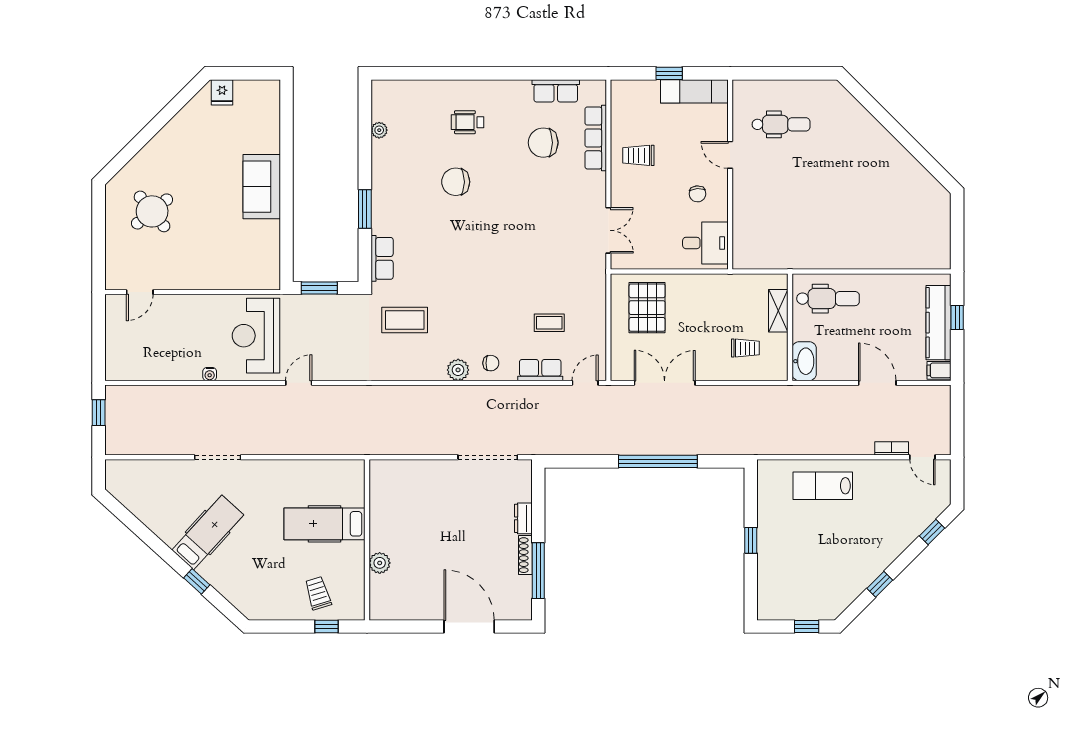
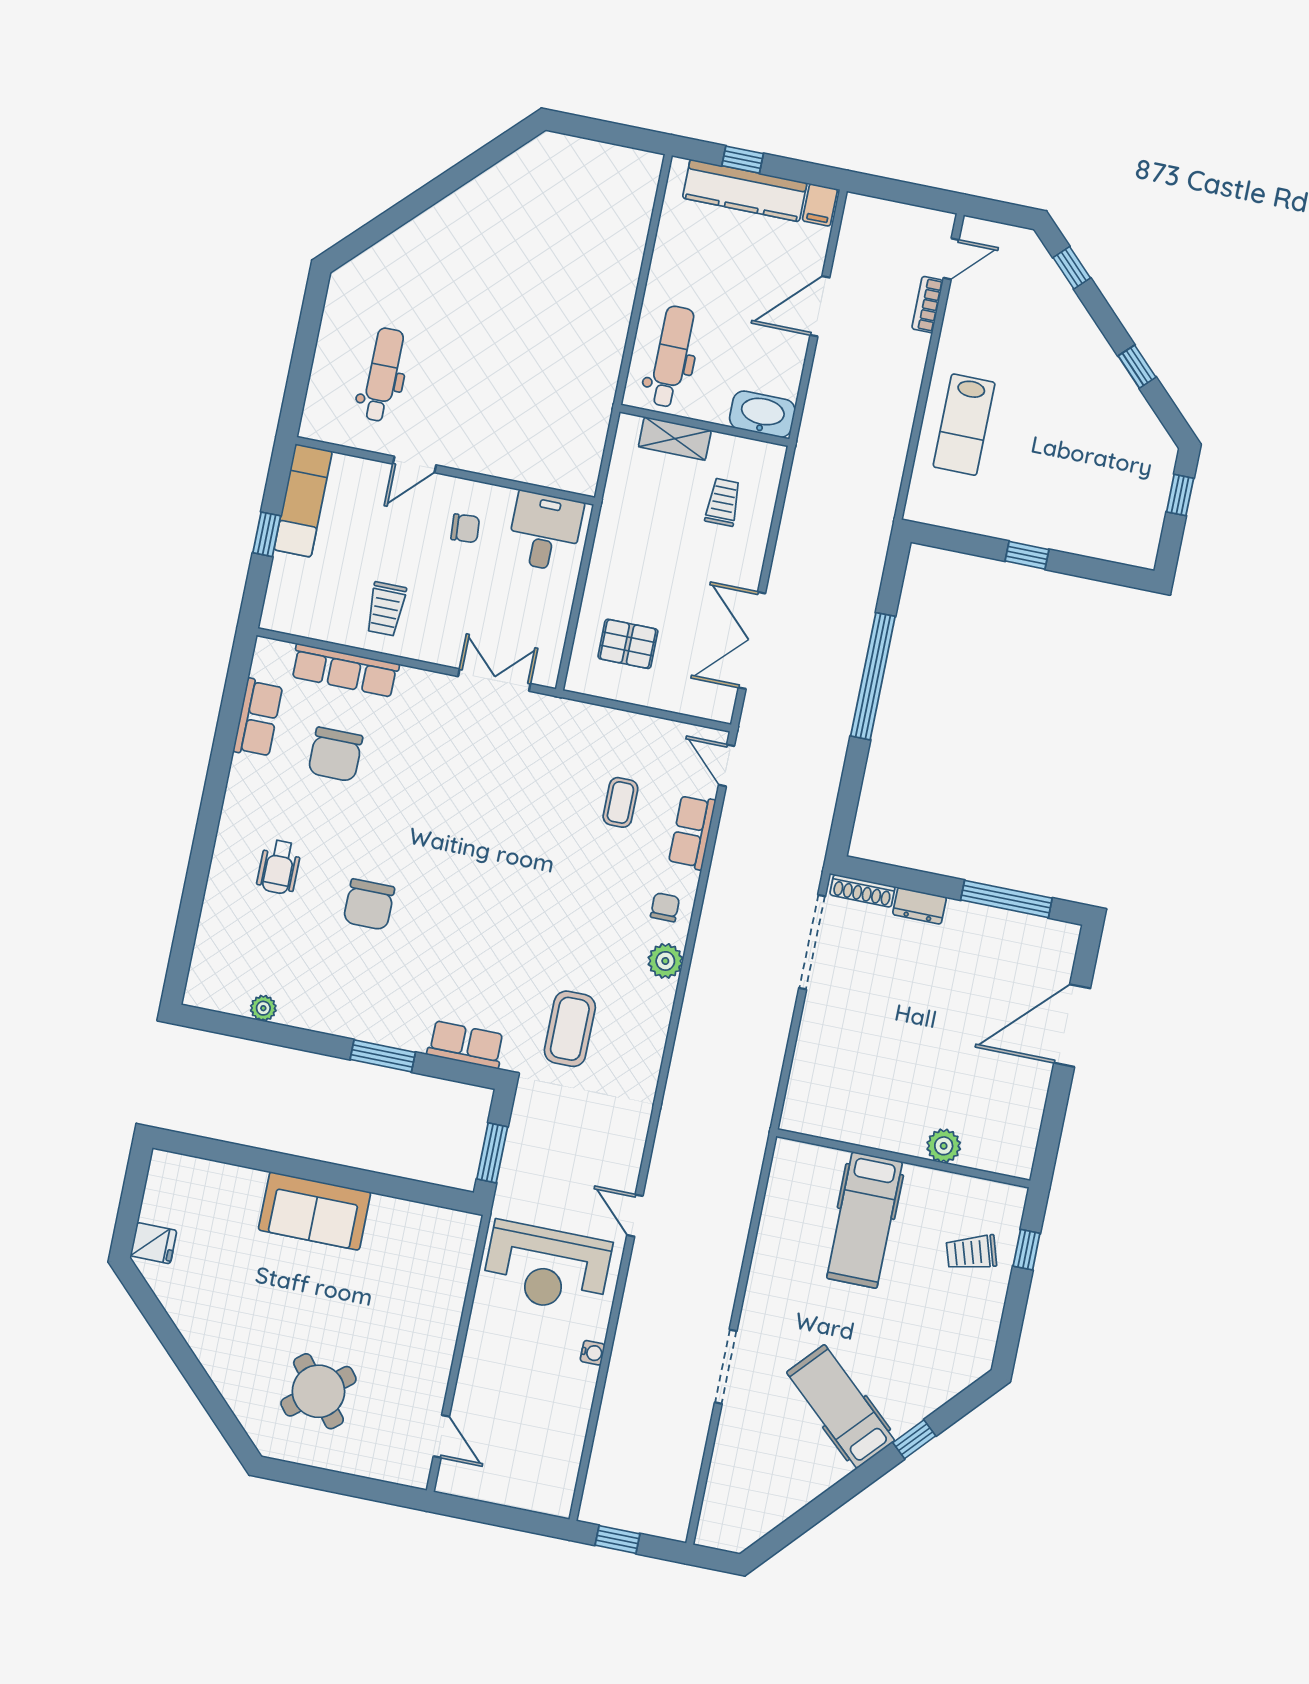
pallet: (647, 308) -> (628, 644), width x0.67, depth x0.71
shoe rack: (525, 555) -> (862, 891), moved

